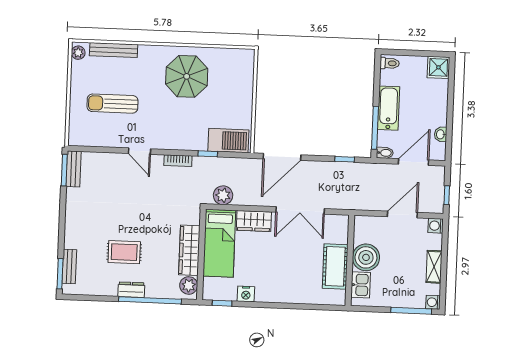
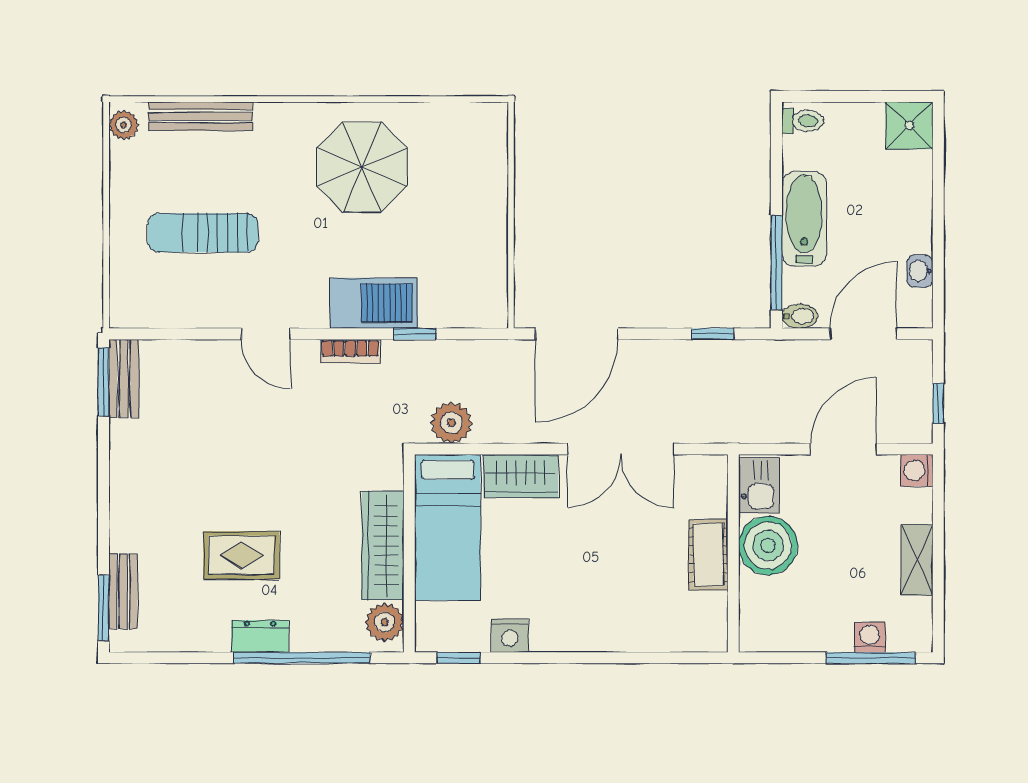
barbecue: (228, 141) -> (374, 303), moved
cot: (335, 266) -> (708, 555), width x0.73, depth x0.75
kitchen sink: (361, 285) -> (759, 485), moved
washing machine: (433, 302) -> (870, 637), moved, turned 90

